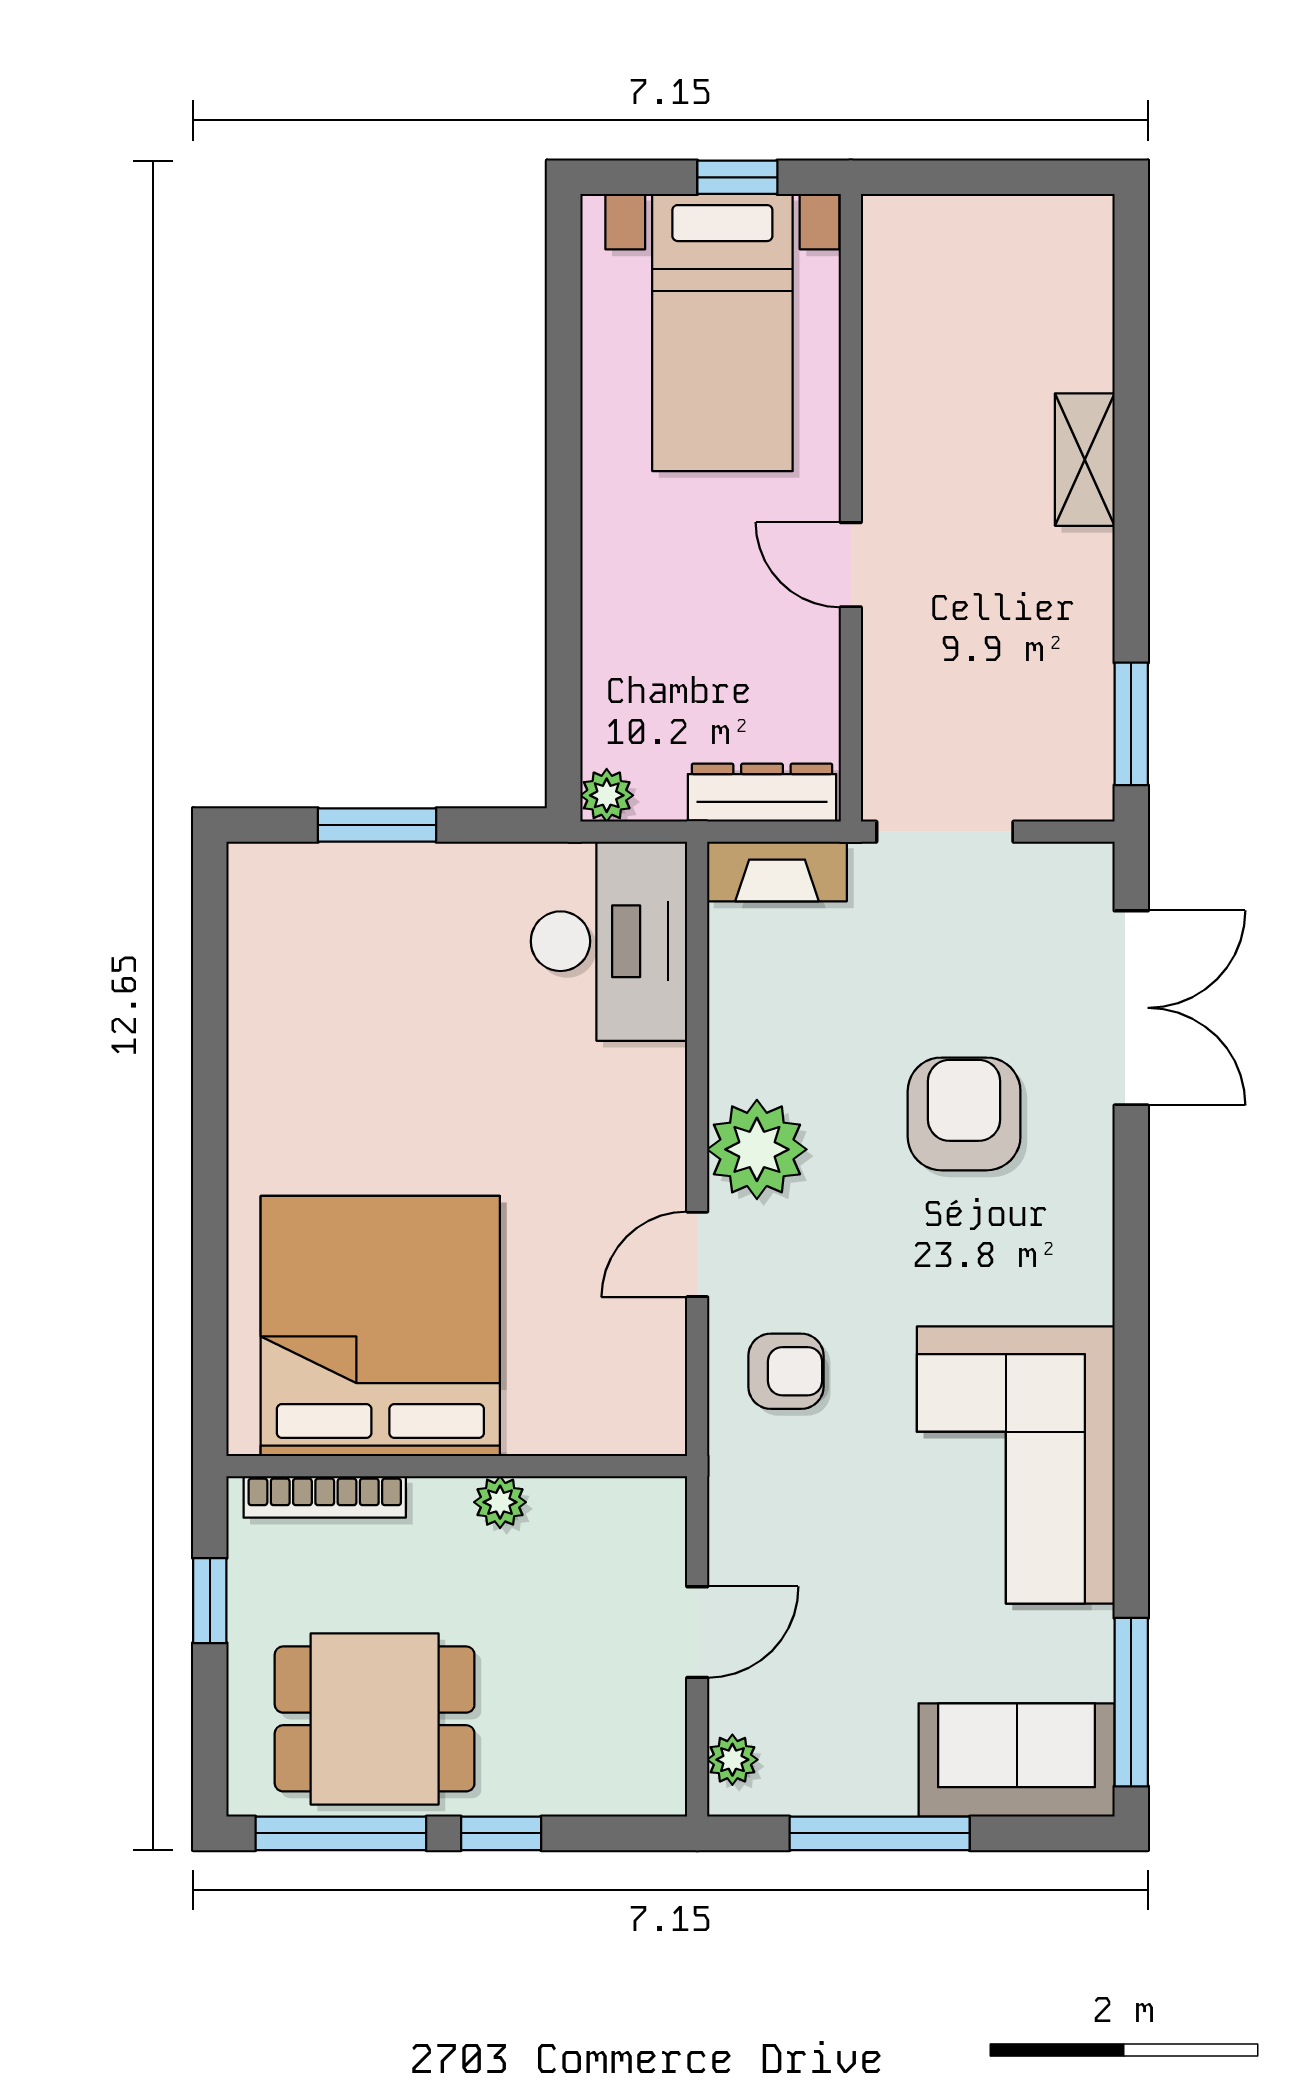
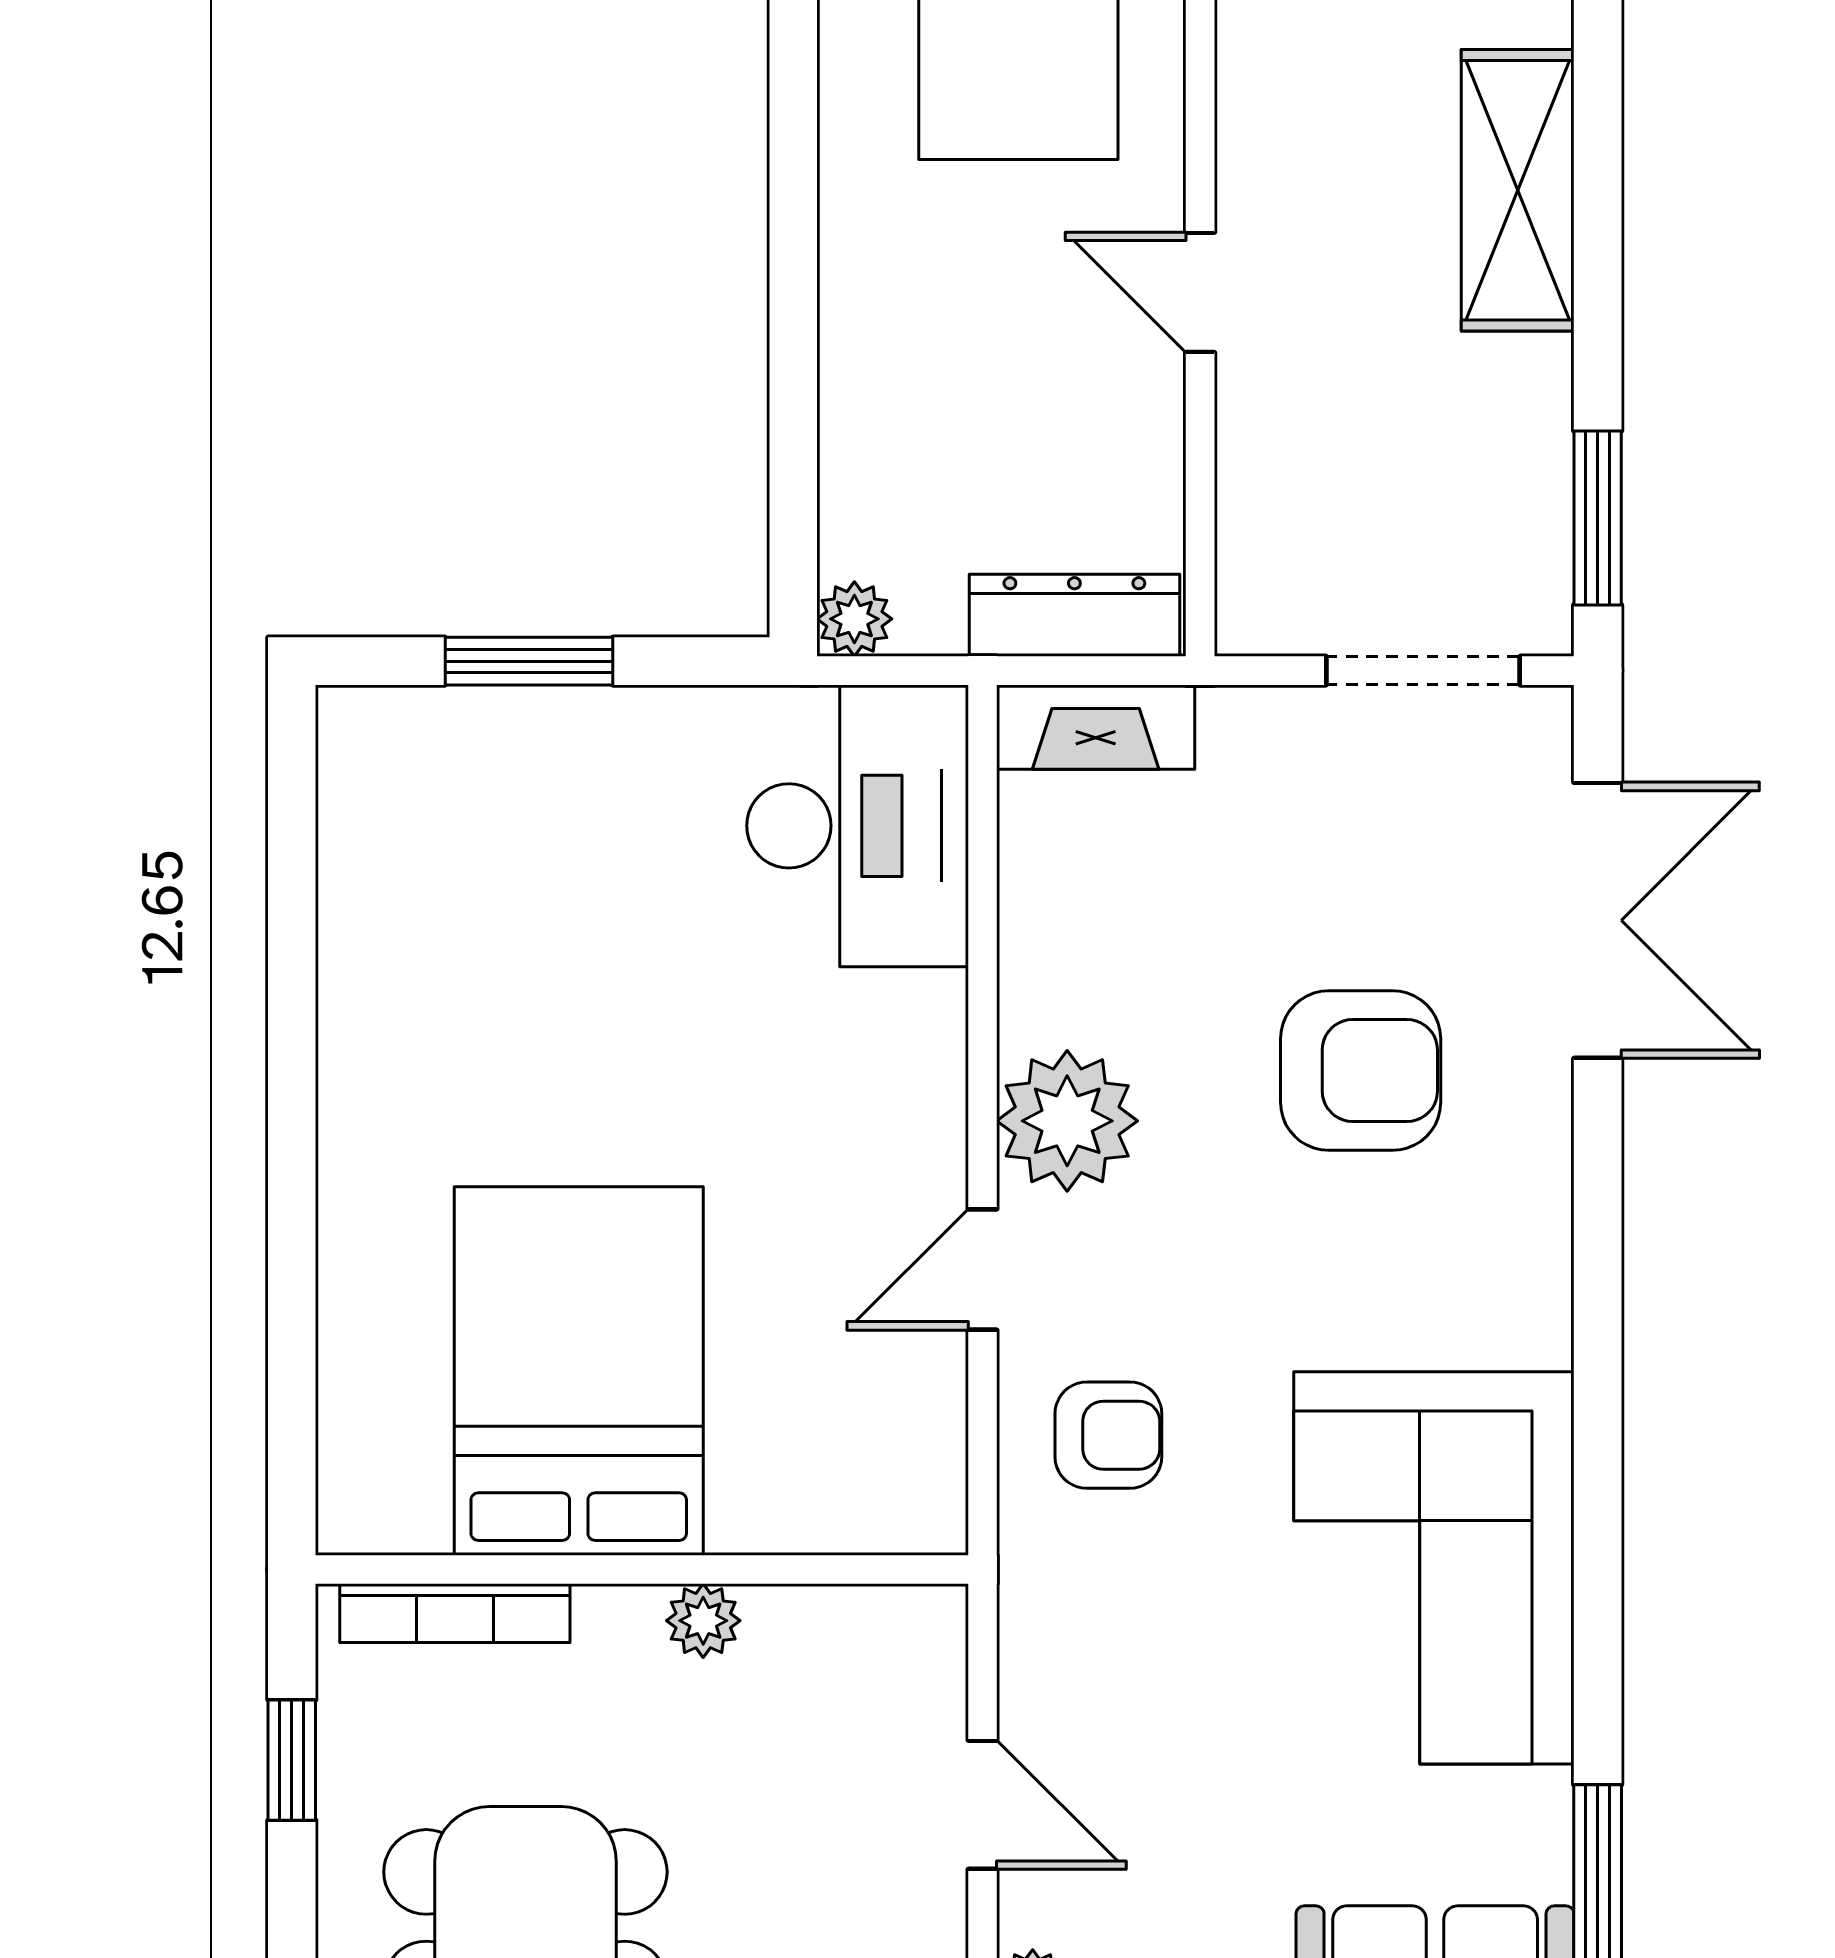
shelving: (1085, 460) -> (1518, 190), width x1.50, depth x1.33
doorway: (945, 832) -> (1423, 671), moved
armchair: (964, 1114) -> (1361, 1071), turned 90
bed: (380, 1326) -> (579, 1371), width x0.73
door: (697, 1632) -> (983, 1805), hinge flipped

